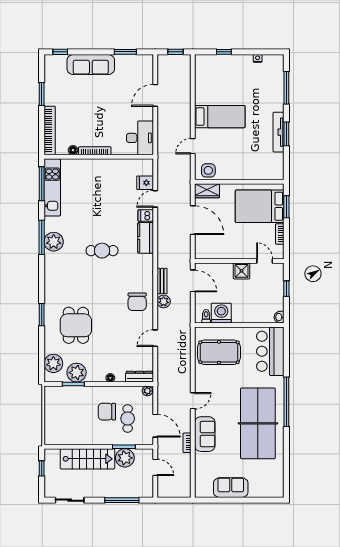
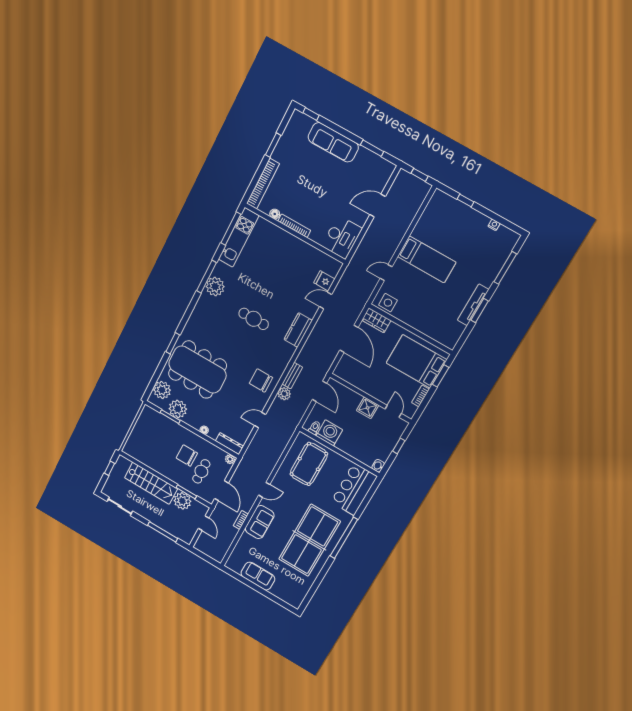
dishwasher: (146, 216) -> (309, 310), removed
chair: (137, 302) -> (261, 381), turned 90
dining table: (76, 325) -> (197, 370), width x1.88, depth x1.24
pool table: (219, 352) -> (309, 464), turned 90

